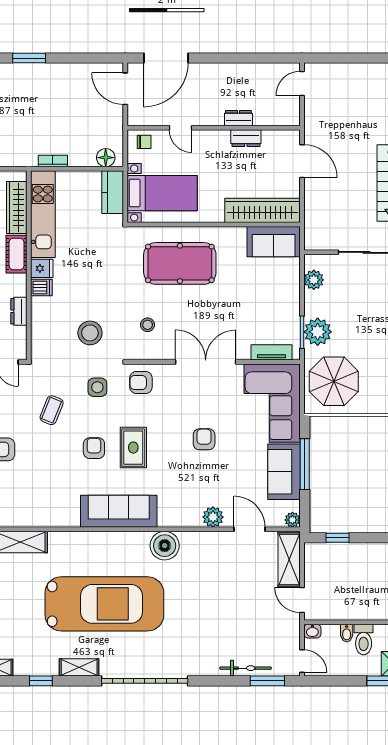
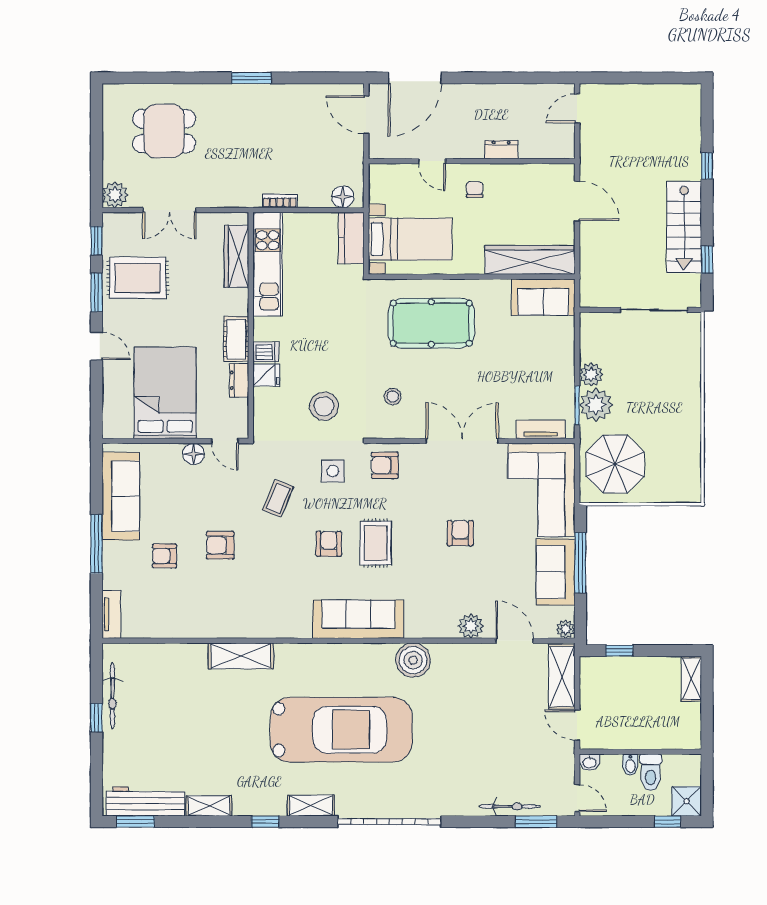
dresser: (246, 138) -> (510, 174), removed
chair: (144, 142) -> (475, 190), moved, turned -90
cot: (16, 254) -> (236, 339), moved
fridge: (42, 268) -> (266, 375), moved
plant: (314, 280) -> (591, 375), moved

